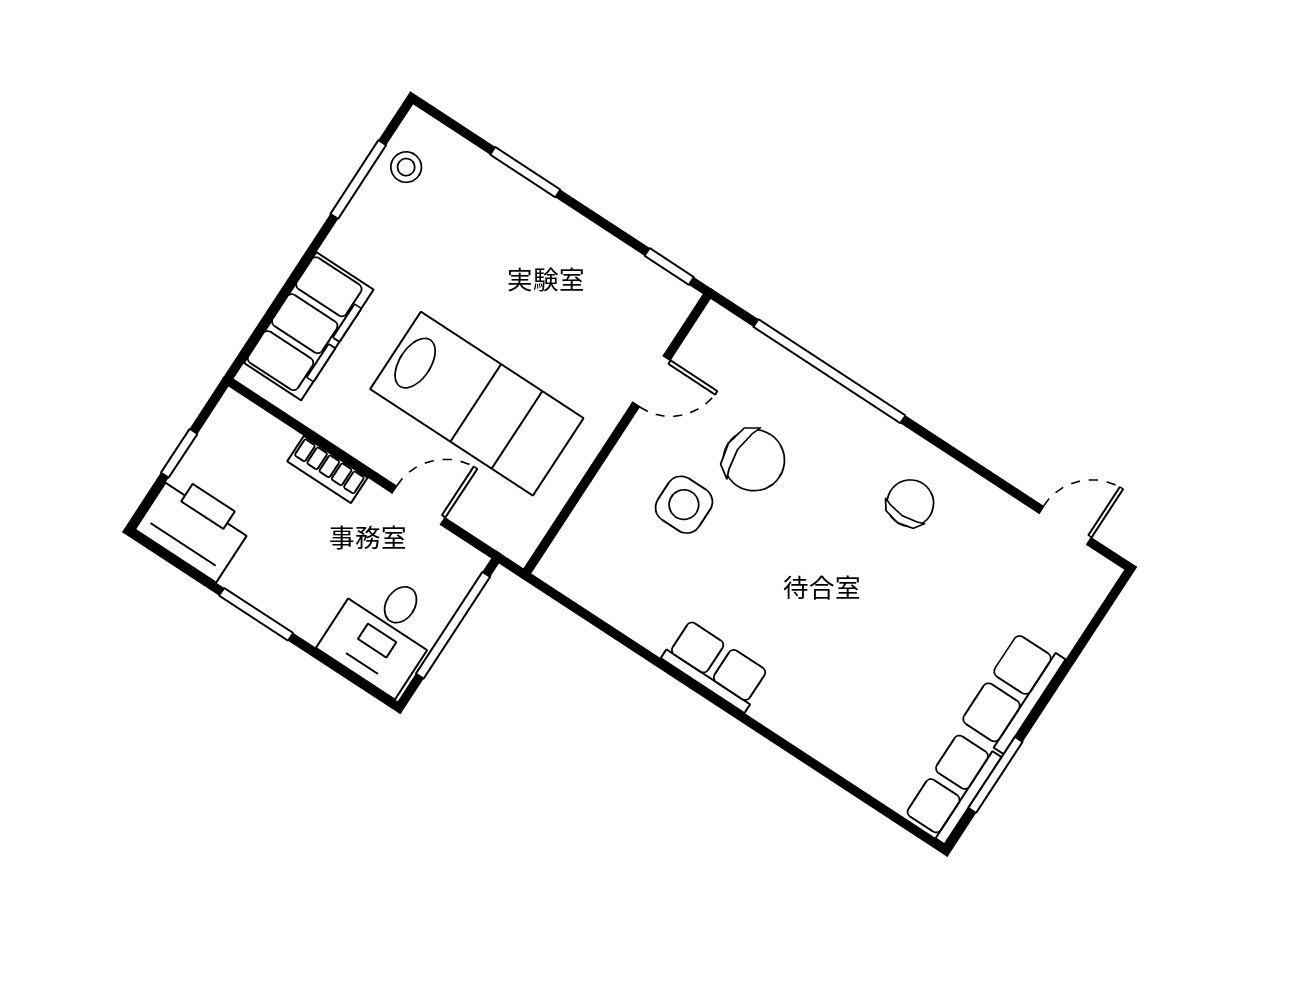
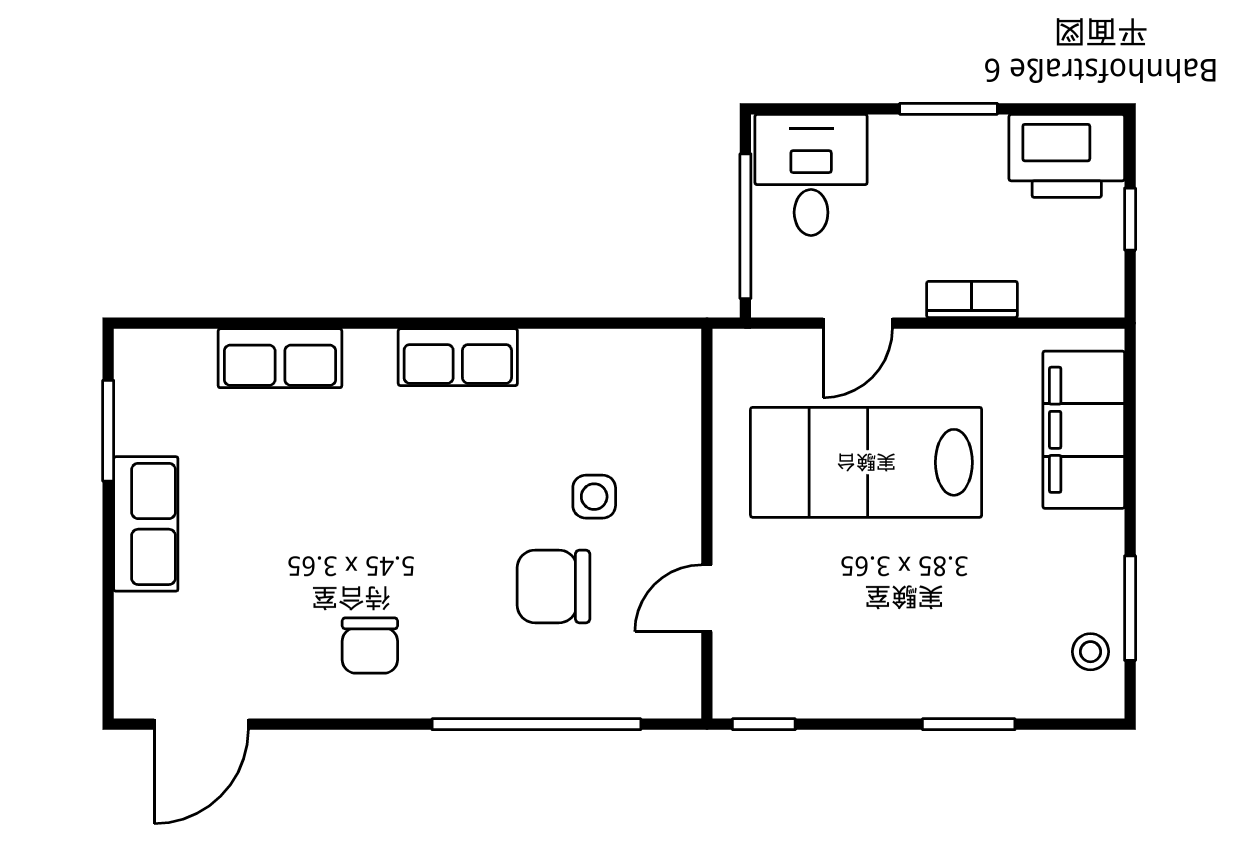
side table: (684, 505) -> (594, 497), width x0.73, depth x0.73
door: (1065, 525) -> (201, 724), width x1.38
row of seats: (952, 787) -> (280, 358), moved, turned 90

